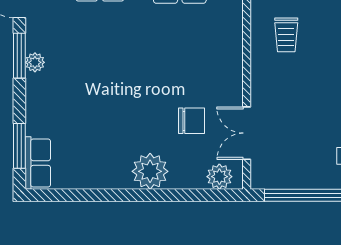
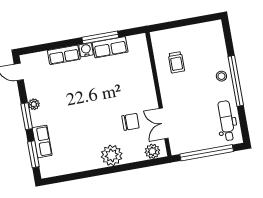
window: (19, 56) -> (27, 116), moved
row of seats: (38, 163) -> (42, 141), moved

